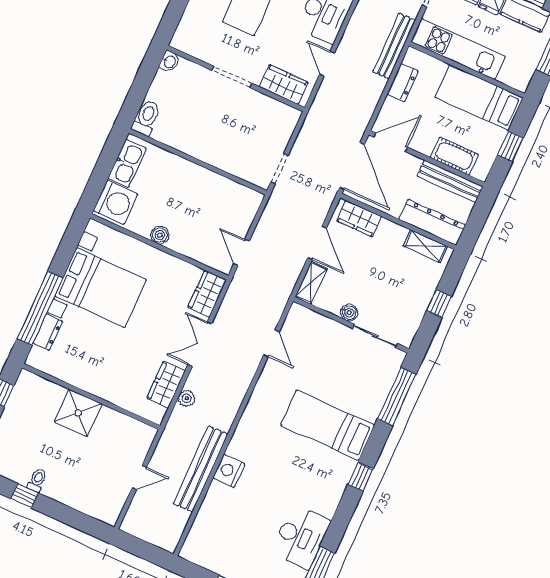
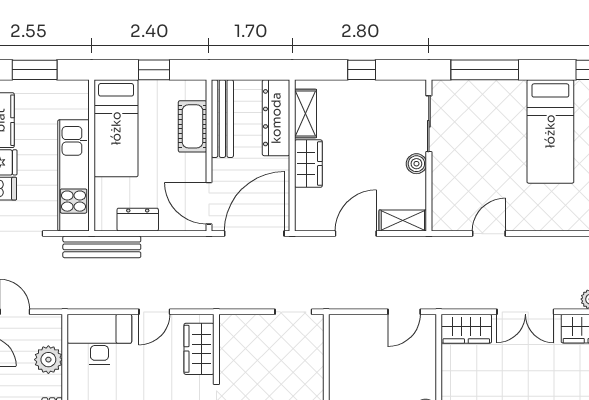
wardrobe: (359, 219) -> (308, 164), moved

